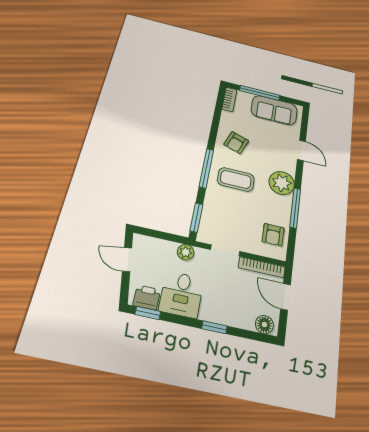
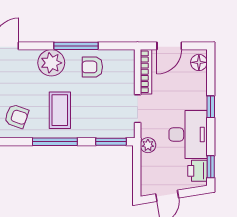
armchair: (273, 235) -> (92, 67), moved, turned 180
desk: (181, 294) -> (188, 135), width x1.37

